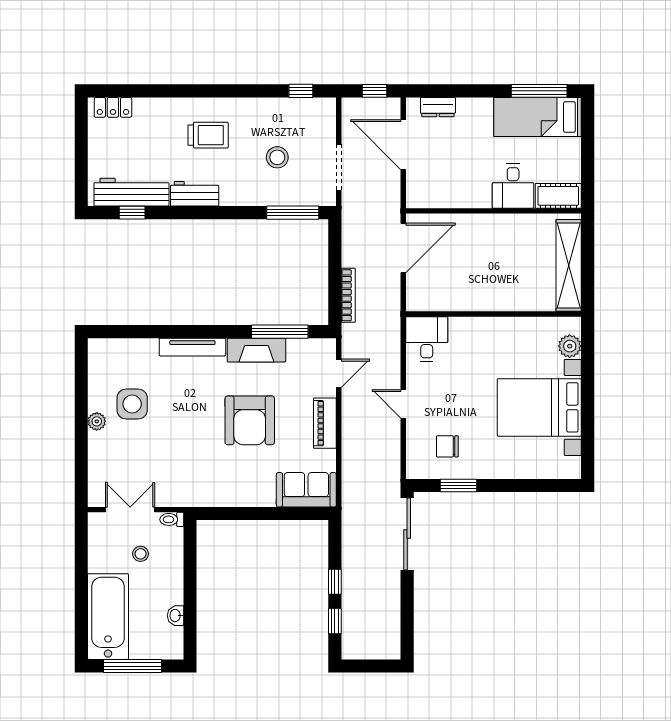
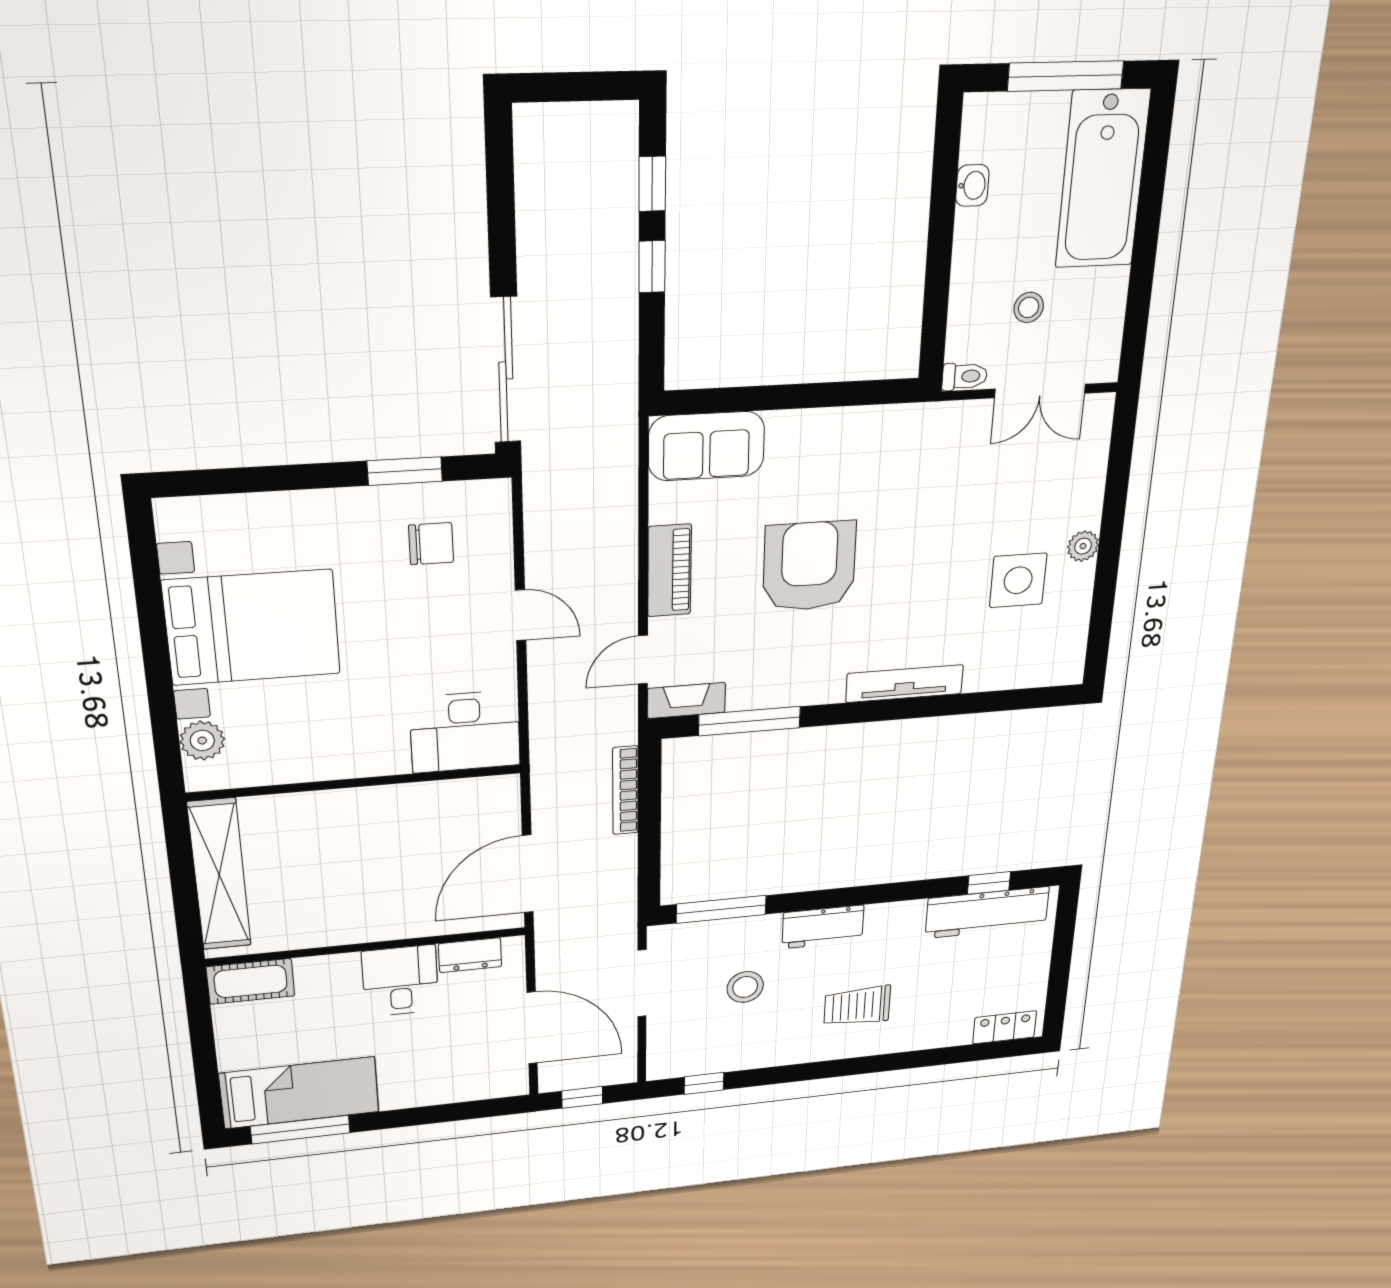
dresser: (438, 107) -> (470, 955), moved, turned 180
desk: (513, 186) -> (400, 981), moved
workbench: (195, 194) -> (823, 927), moved
desk: (427, 339) -> (465, 732), width x1.37
fireplace: (256, 350) -> (686, 700), moved, width x0.73, depth x0.76

